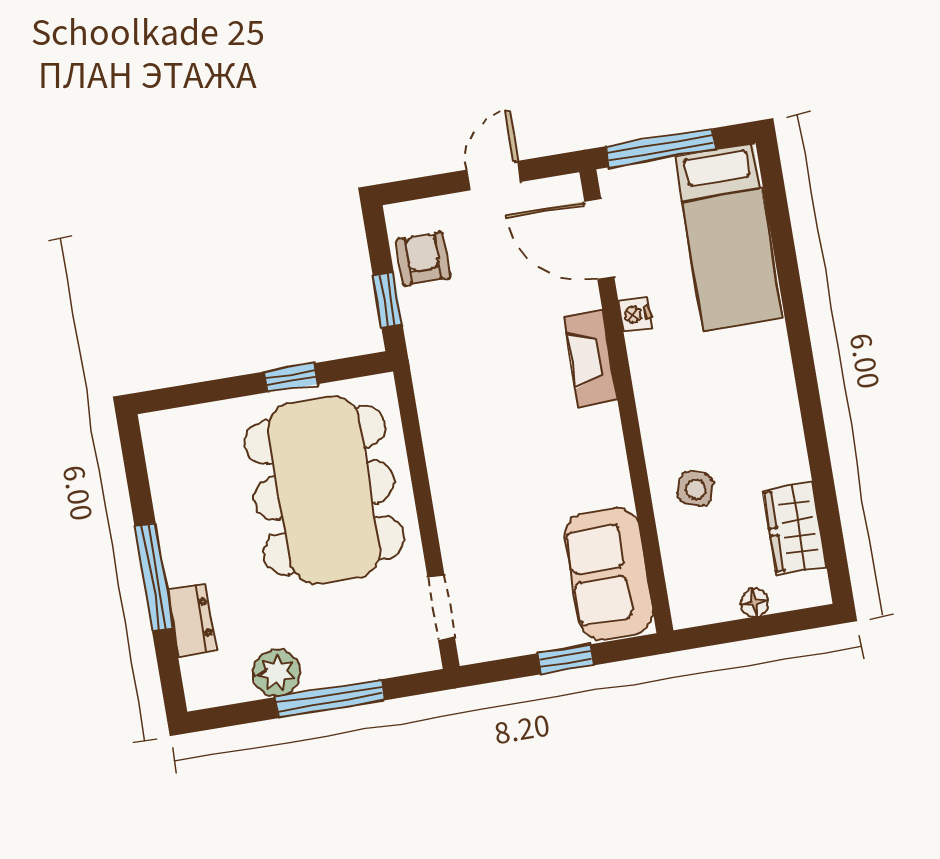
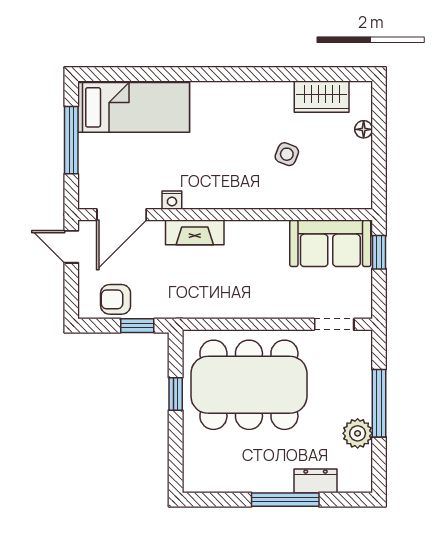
door: (599, 239) -> (122, 215), moved
nightstand: (635, 314) -> (172, 200), moved
fireplace: (591, 358) -> (195, 232), moved
wall: (626, 401) -> (225, 215), moved
sofa: (609, 574) -> (330, 243), moved

